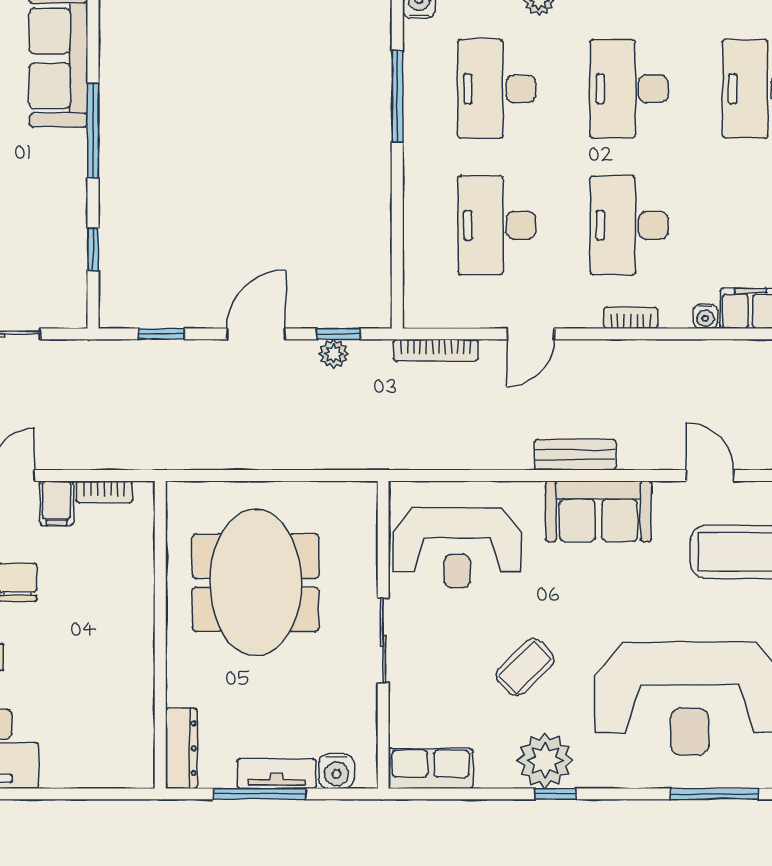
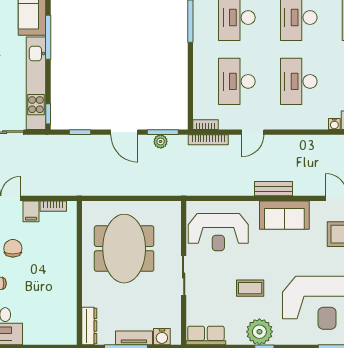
kitchen unit: (67, 229) -> (36, 83), added
window: (93, 249) -> (48, 114), moved
bookcase: (631, 318) -> (205, 125), moved
door: (256, 334) -> (124, 132), swing flipped
window: (338, 334) -> (163, 132), width x1.50
coffee table: (525, 667) -> (250, 288), turned 44

